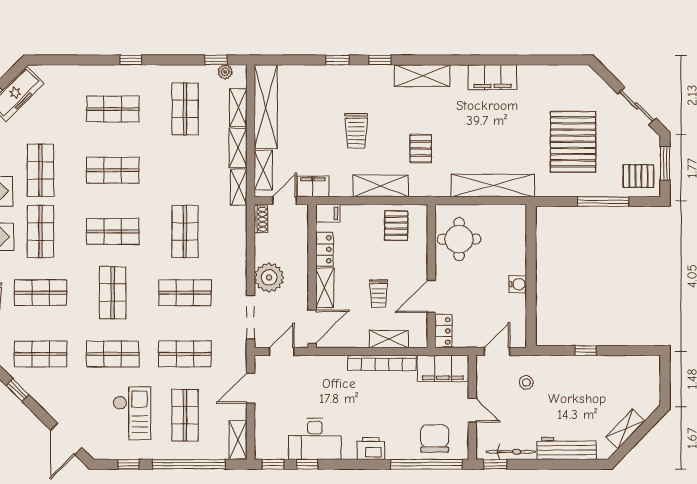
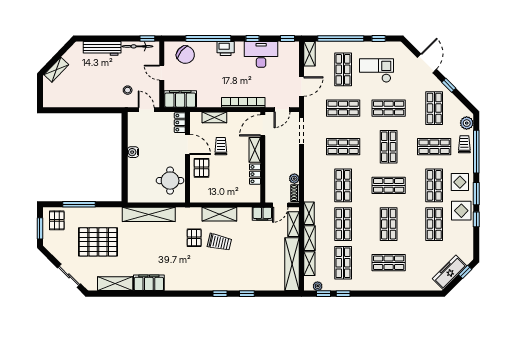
window: (131, 60) -> (343, 294), moved
shelving: (422, 76) -> (115, 284), moved
sliding door: (637, 106) -> (69, 276), moved
trolley: (356, 131) -> (219, 242), moved, turned 103
pallet: (573, 142) -> (98, 242), turned 90
shop shelf: (113, 170) -> (389, 224), turned 90
shop shelf: (185, 170) -> (343, 224), added
pallet: (638, 176) -> (57, 220), turned 90
filing cabinet: (328, 213) -> (253, 197), removed
pallet: (396, 226) -> (201, 168), moved
plant: (269, 277) -> (294, 179), moved, width x0.53, depth x0.53
door: (431, 297) -> (188, 144), hinge flipped
window: (586, 351) -> (90, 110), removed
door: (497, 352) -> (146, 110), swing flipped
shop shelf: (41, 354) -> (434, 108), turned 90
bookcase: (382, 363) -> (243, 102), moved
checkout: (132, 413) -> (377, 71), turned 90
shelving: (625, 429) -> (56, 70), moved
chair: (435, 438) -> (185, 55), turned -51
door: (66, 439) -> (427, 63), moved
window: (307, 464) -> (253, 38), moved
window: (426, 464) -> (208, 38), moved

